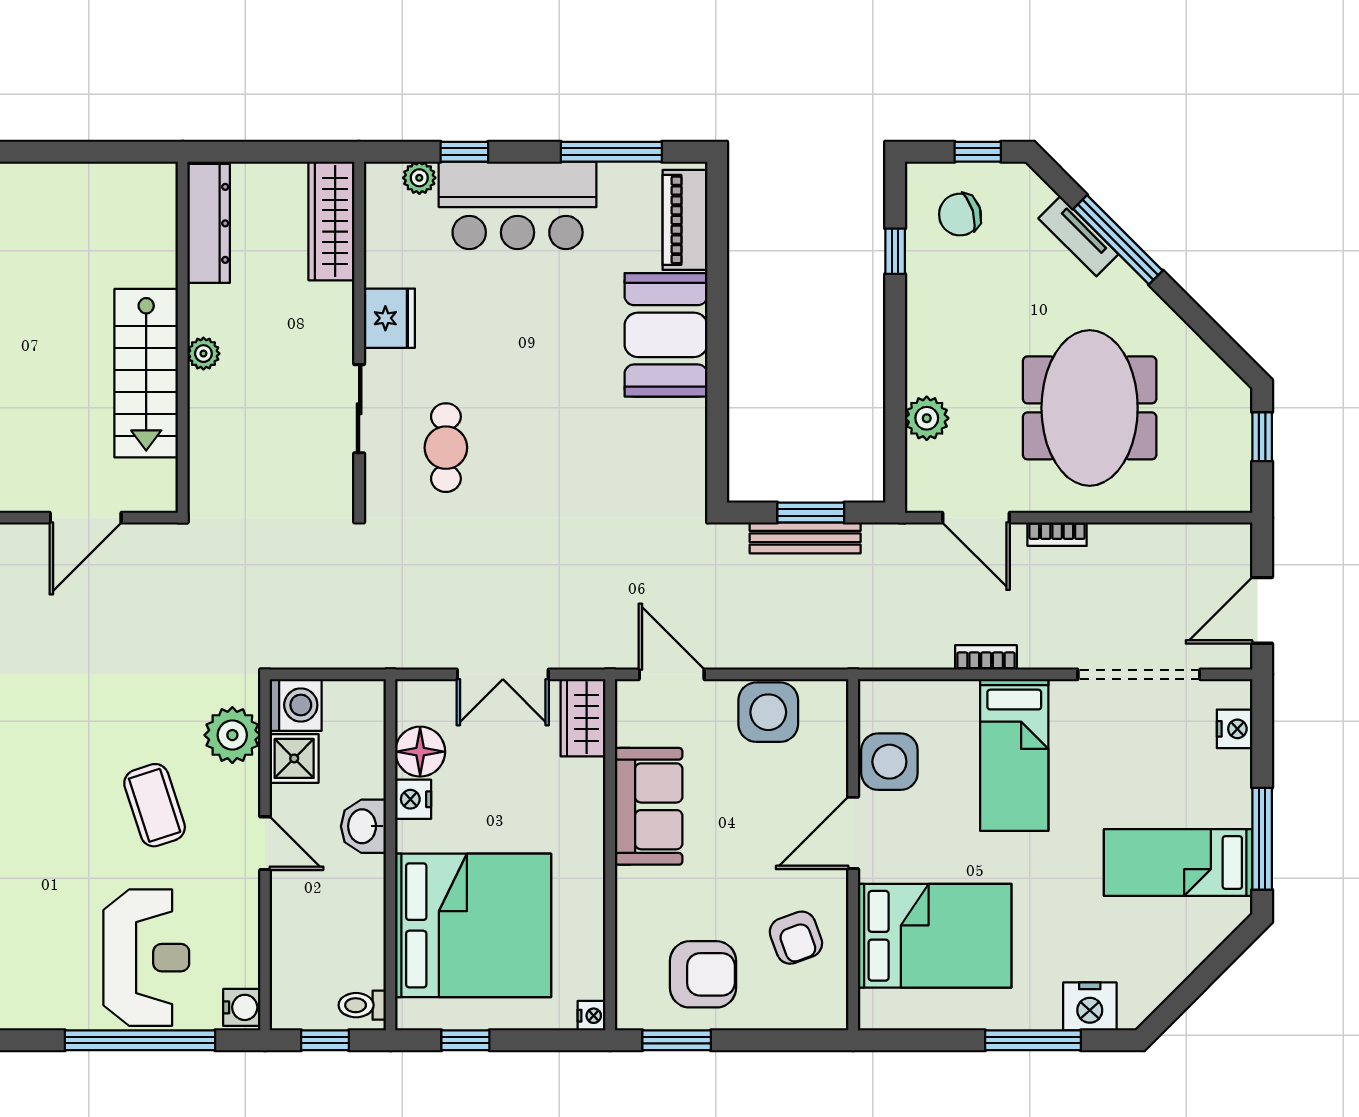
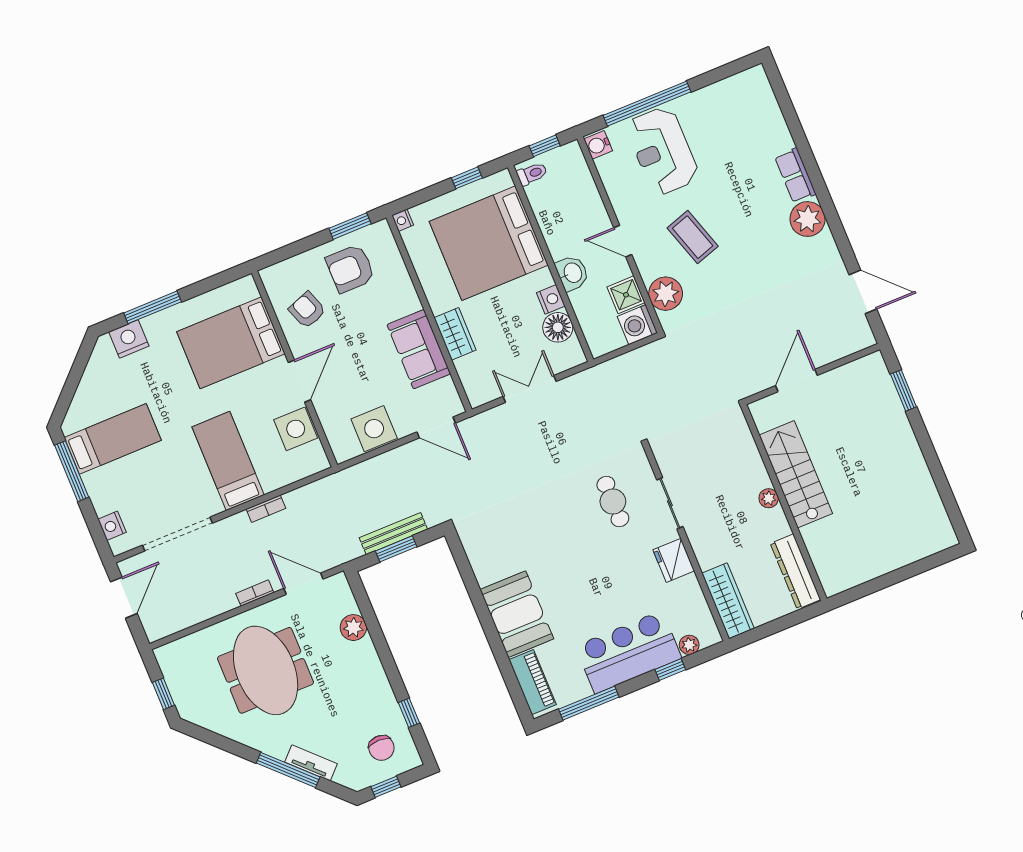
chair: (960, 215) -> (381, 748), turned 107
wardrobe: (583, 718) -> (455, 334), moved

